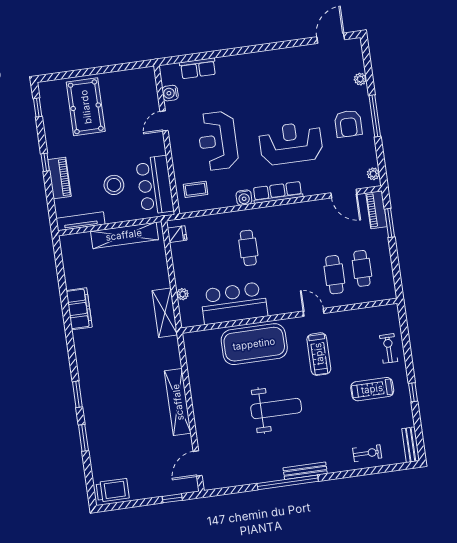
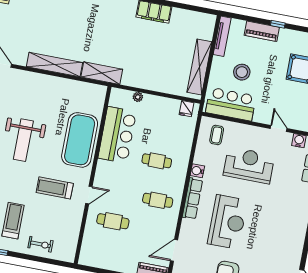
cafe table: (362, 268) -> (158, 200), moved
shelving: (165, 313) -> (102, 73), moved

